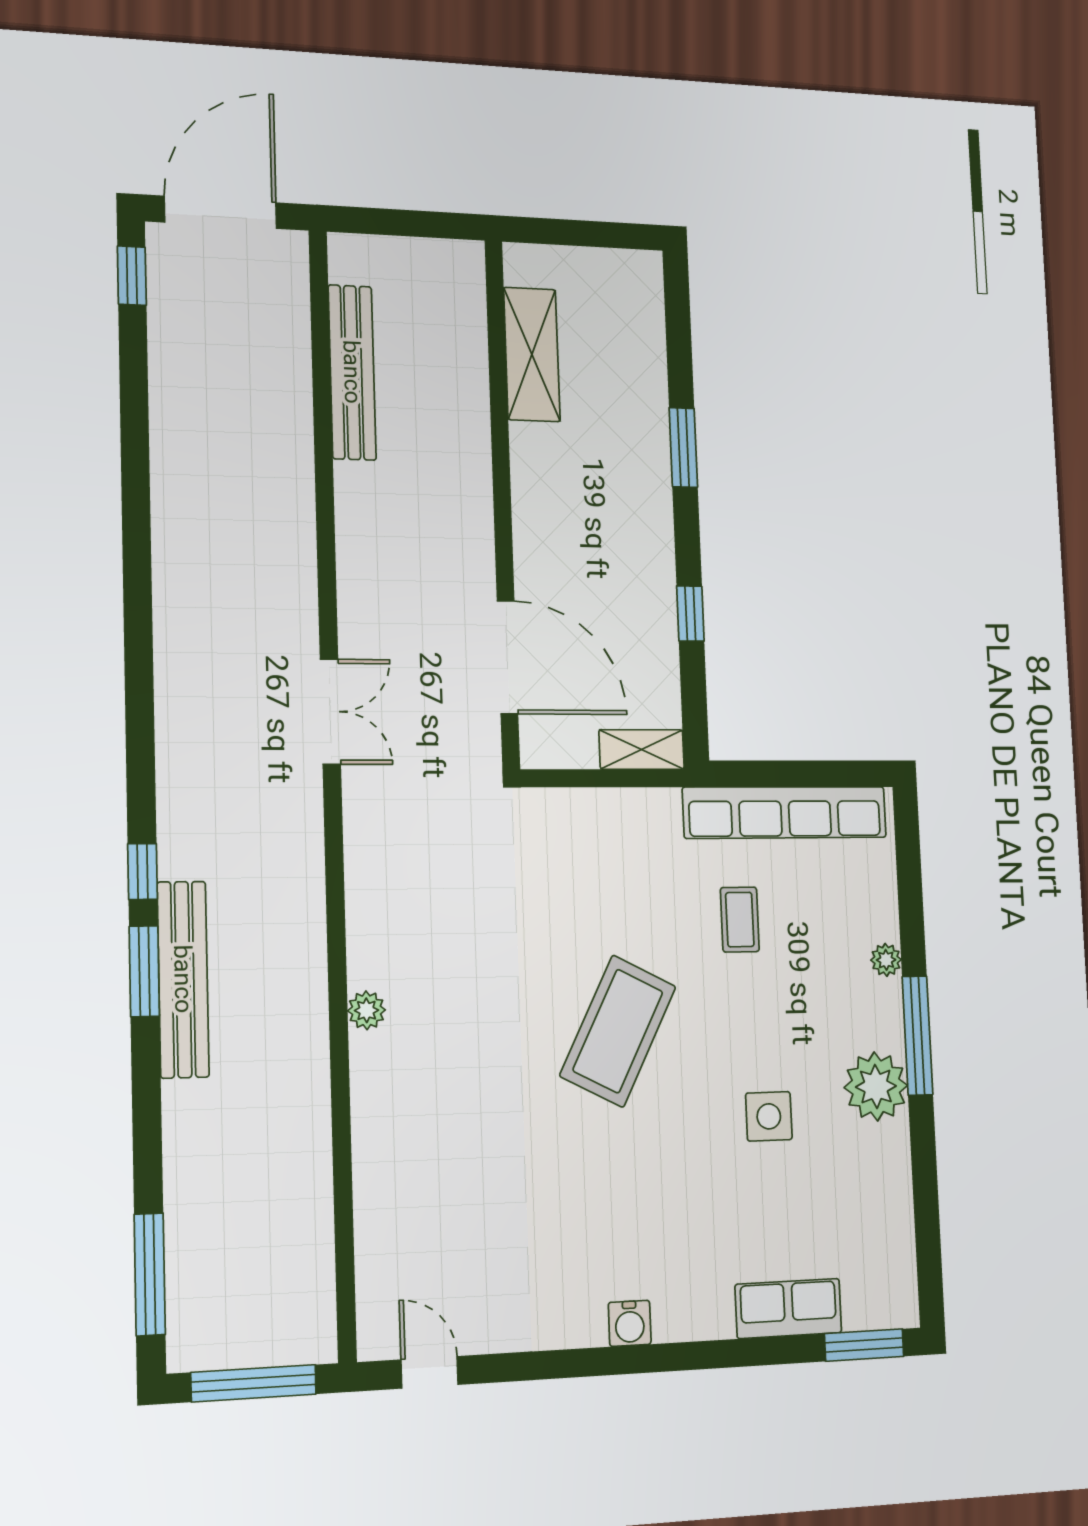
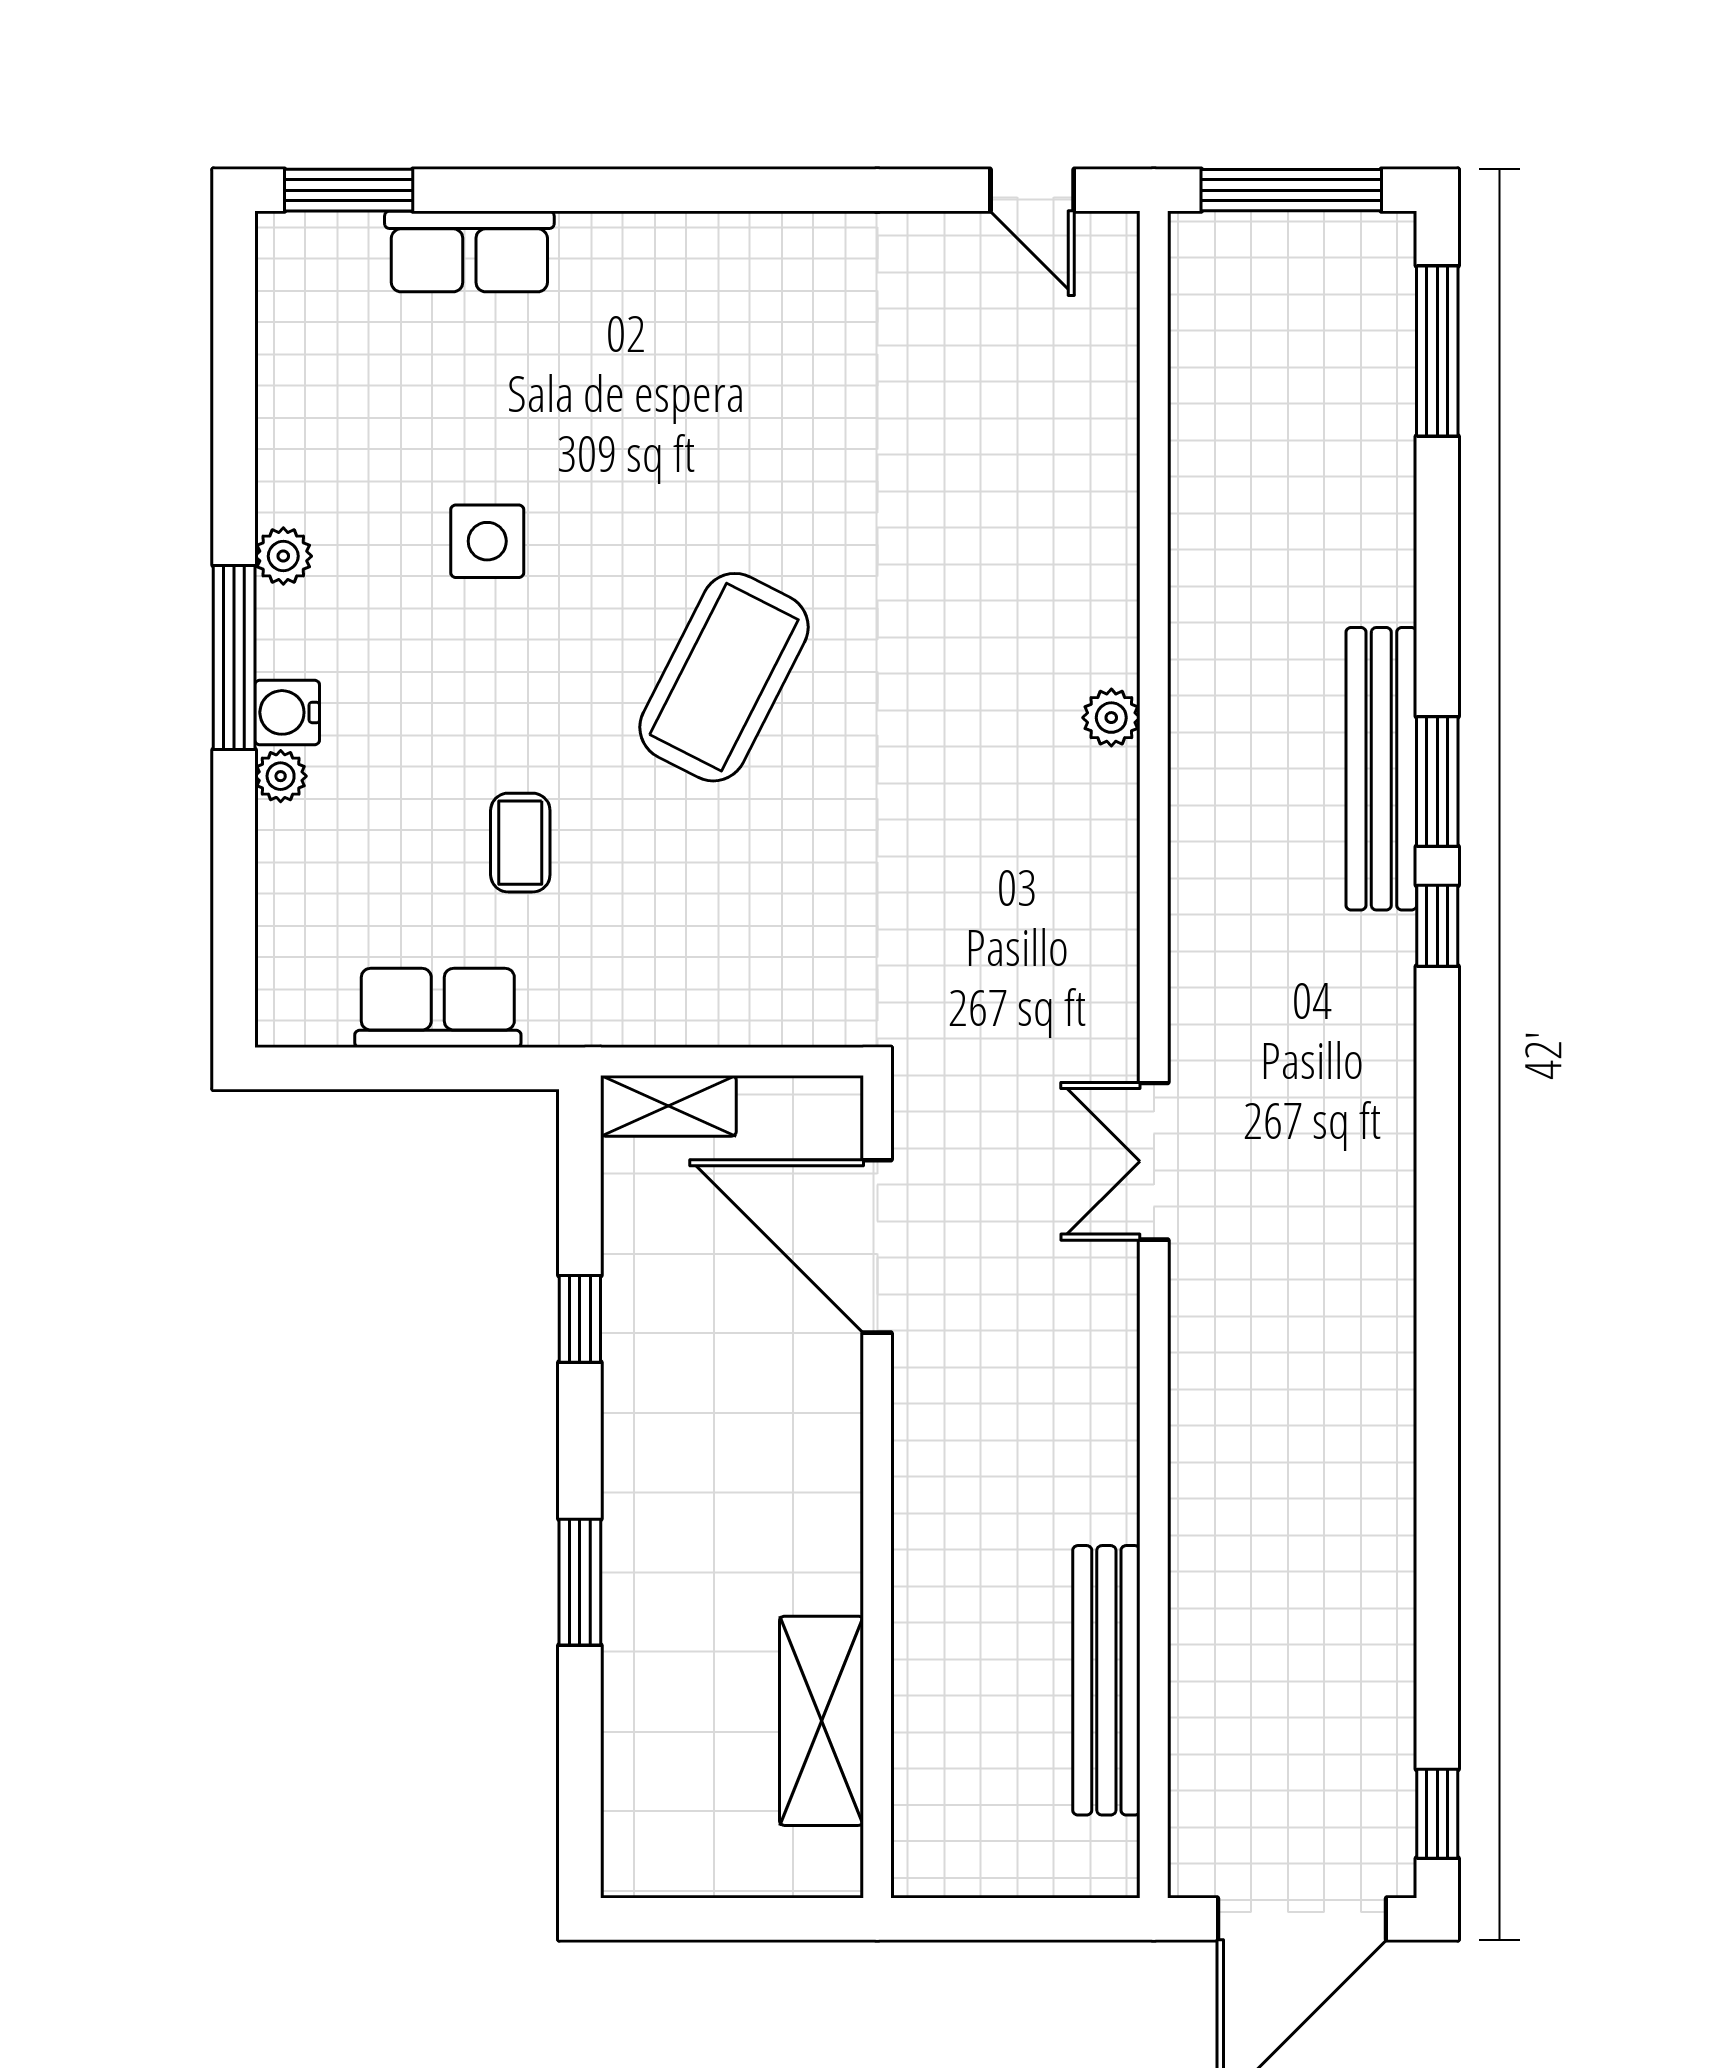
row of seats: (785, 812) -> (438, 1008), width x0.50
plant: (876, 1086) -> (283, 556), width x0.53, depth x0.53
water cooler: (630, 1323) -> (287, 712), moved, turned -90

